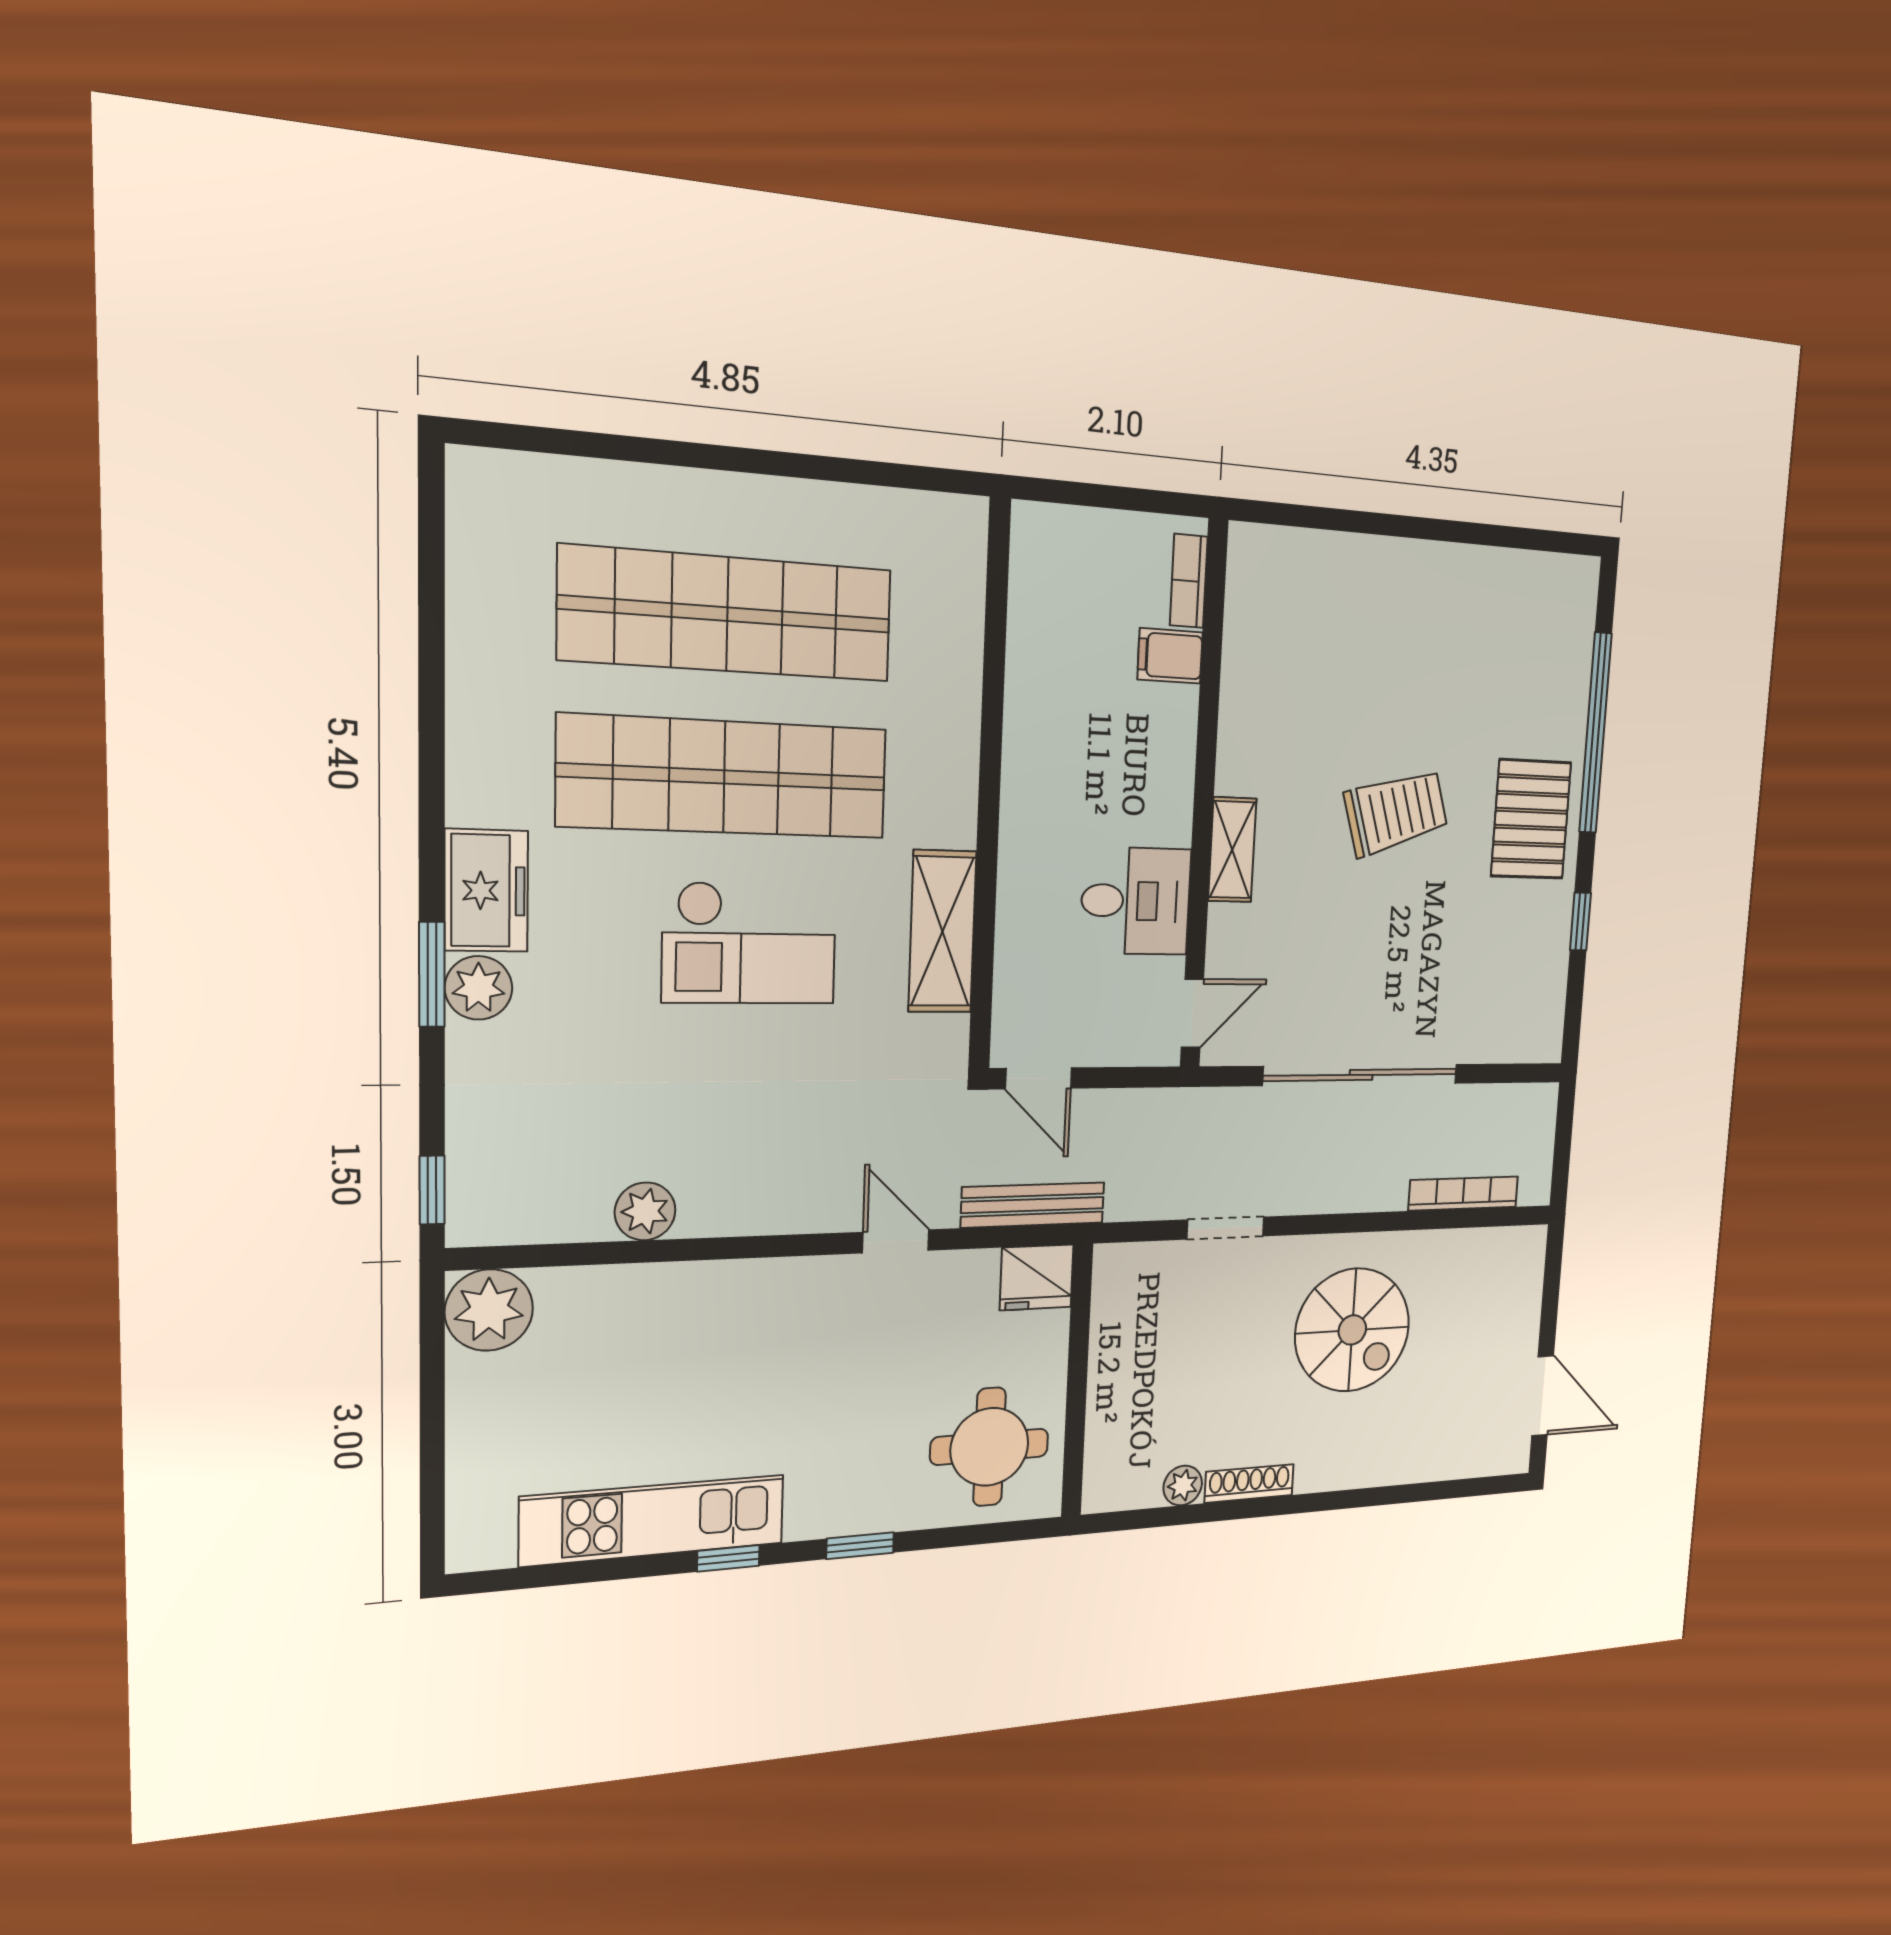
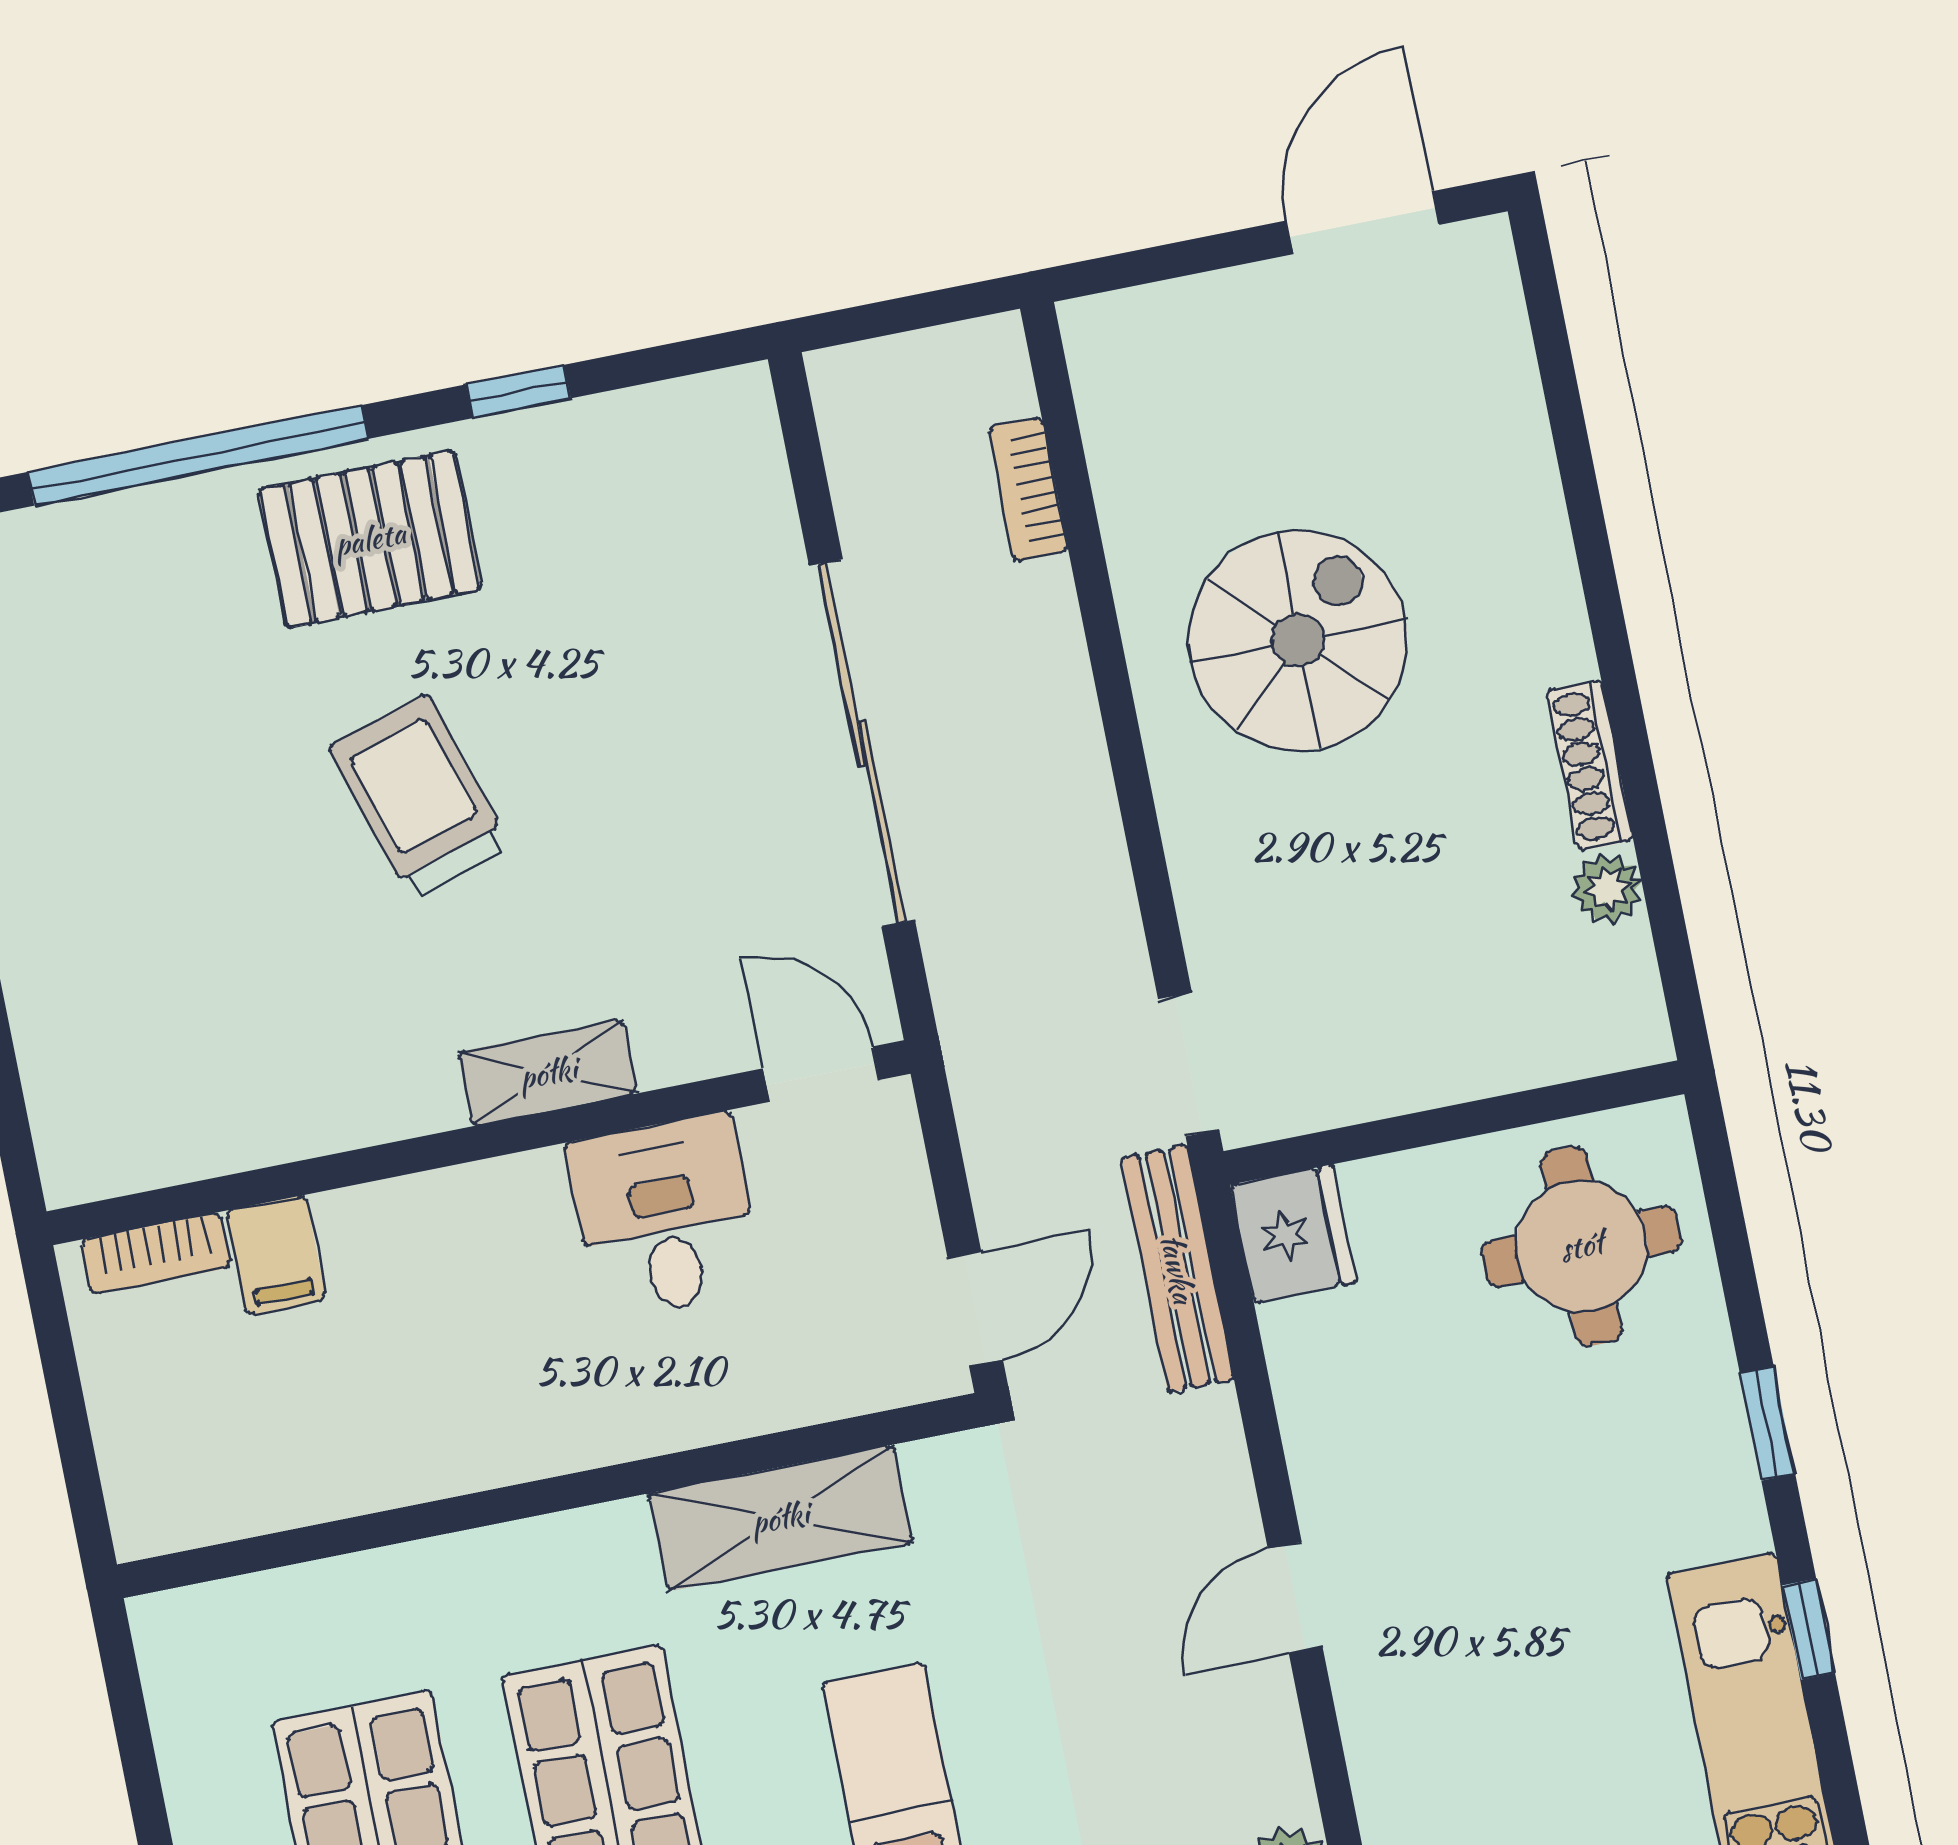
bookcase: (1463, 1194) -> (1028, 489), width x0.64
doorway: (1225, 1228) -> (1189, 1065), moved
door: (896, 1241) -> (1295, 1598), moved

